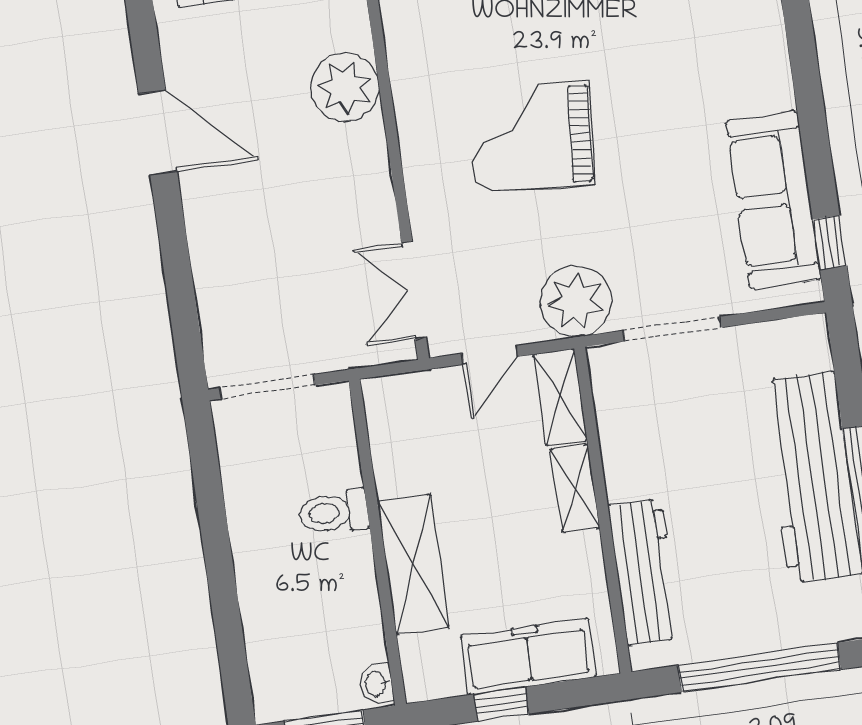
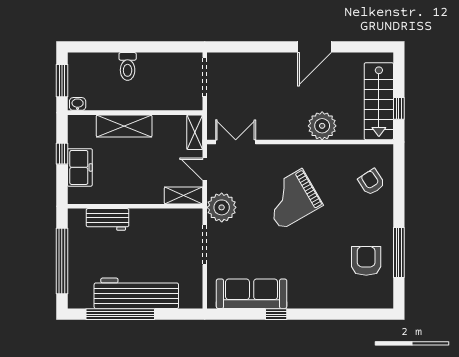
grand piano: (532, 136) -> (291, 199), turned -125
window: (830, 243) -> (276, 314), moved
shelving: (575, 488) -> (195, 132), moved, turned 90
toilet: (333, 512) -> (128, 66), moved, turned 180
workbench: (644, 572) -> (108, 219), width x0.73
freezer: (528, 656) -> (80, 167), width x0.71

